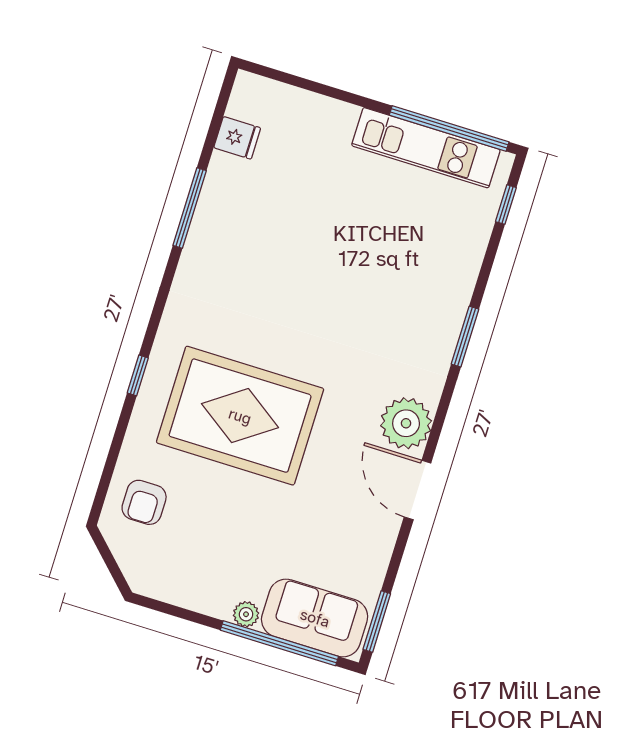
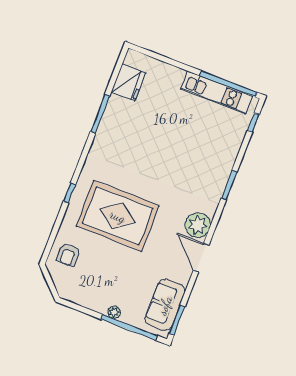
fridge: (237, 138) -> (128, 83), width x1.88, depth x1.34
sofa: (315, 618) -> (165, 305), moved, turned -90

